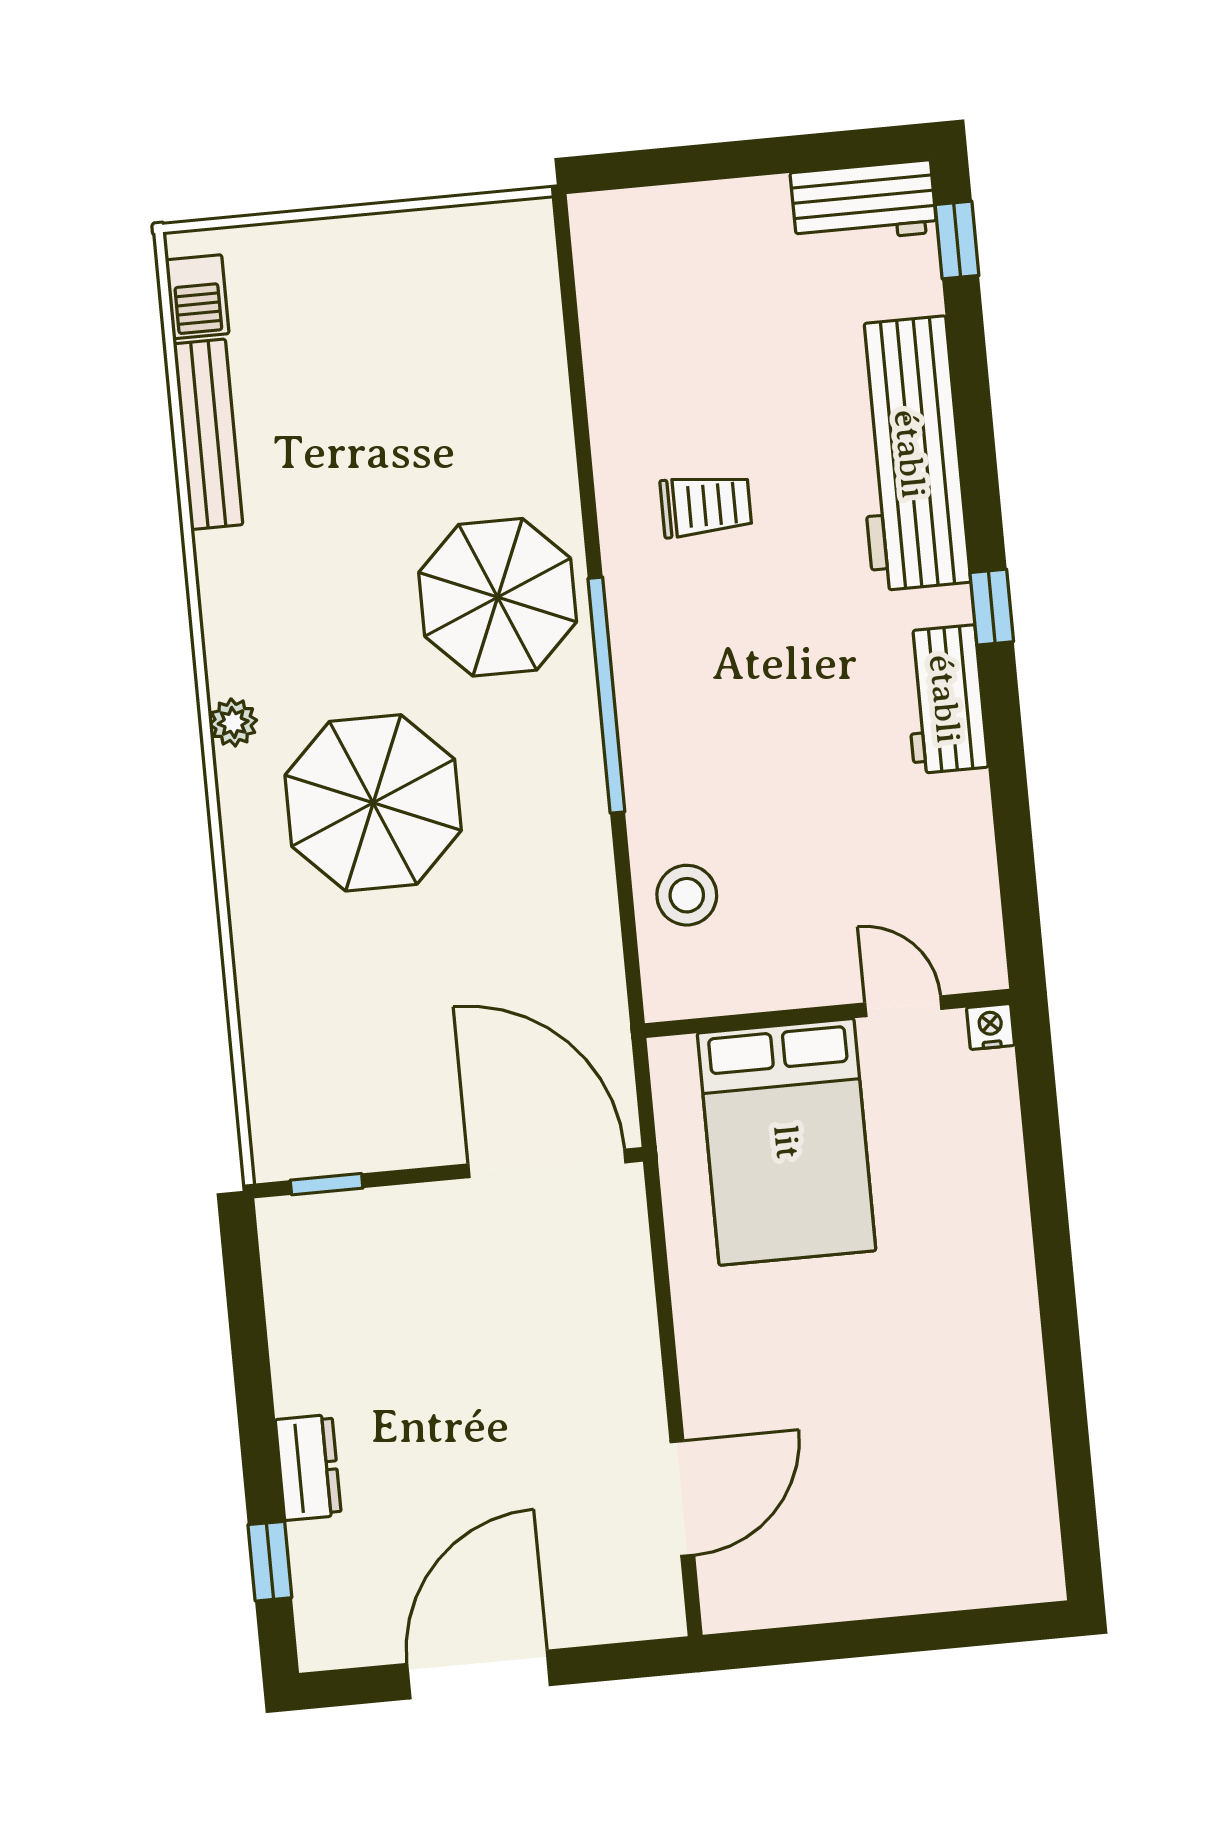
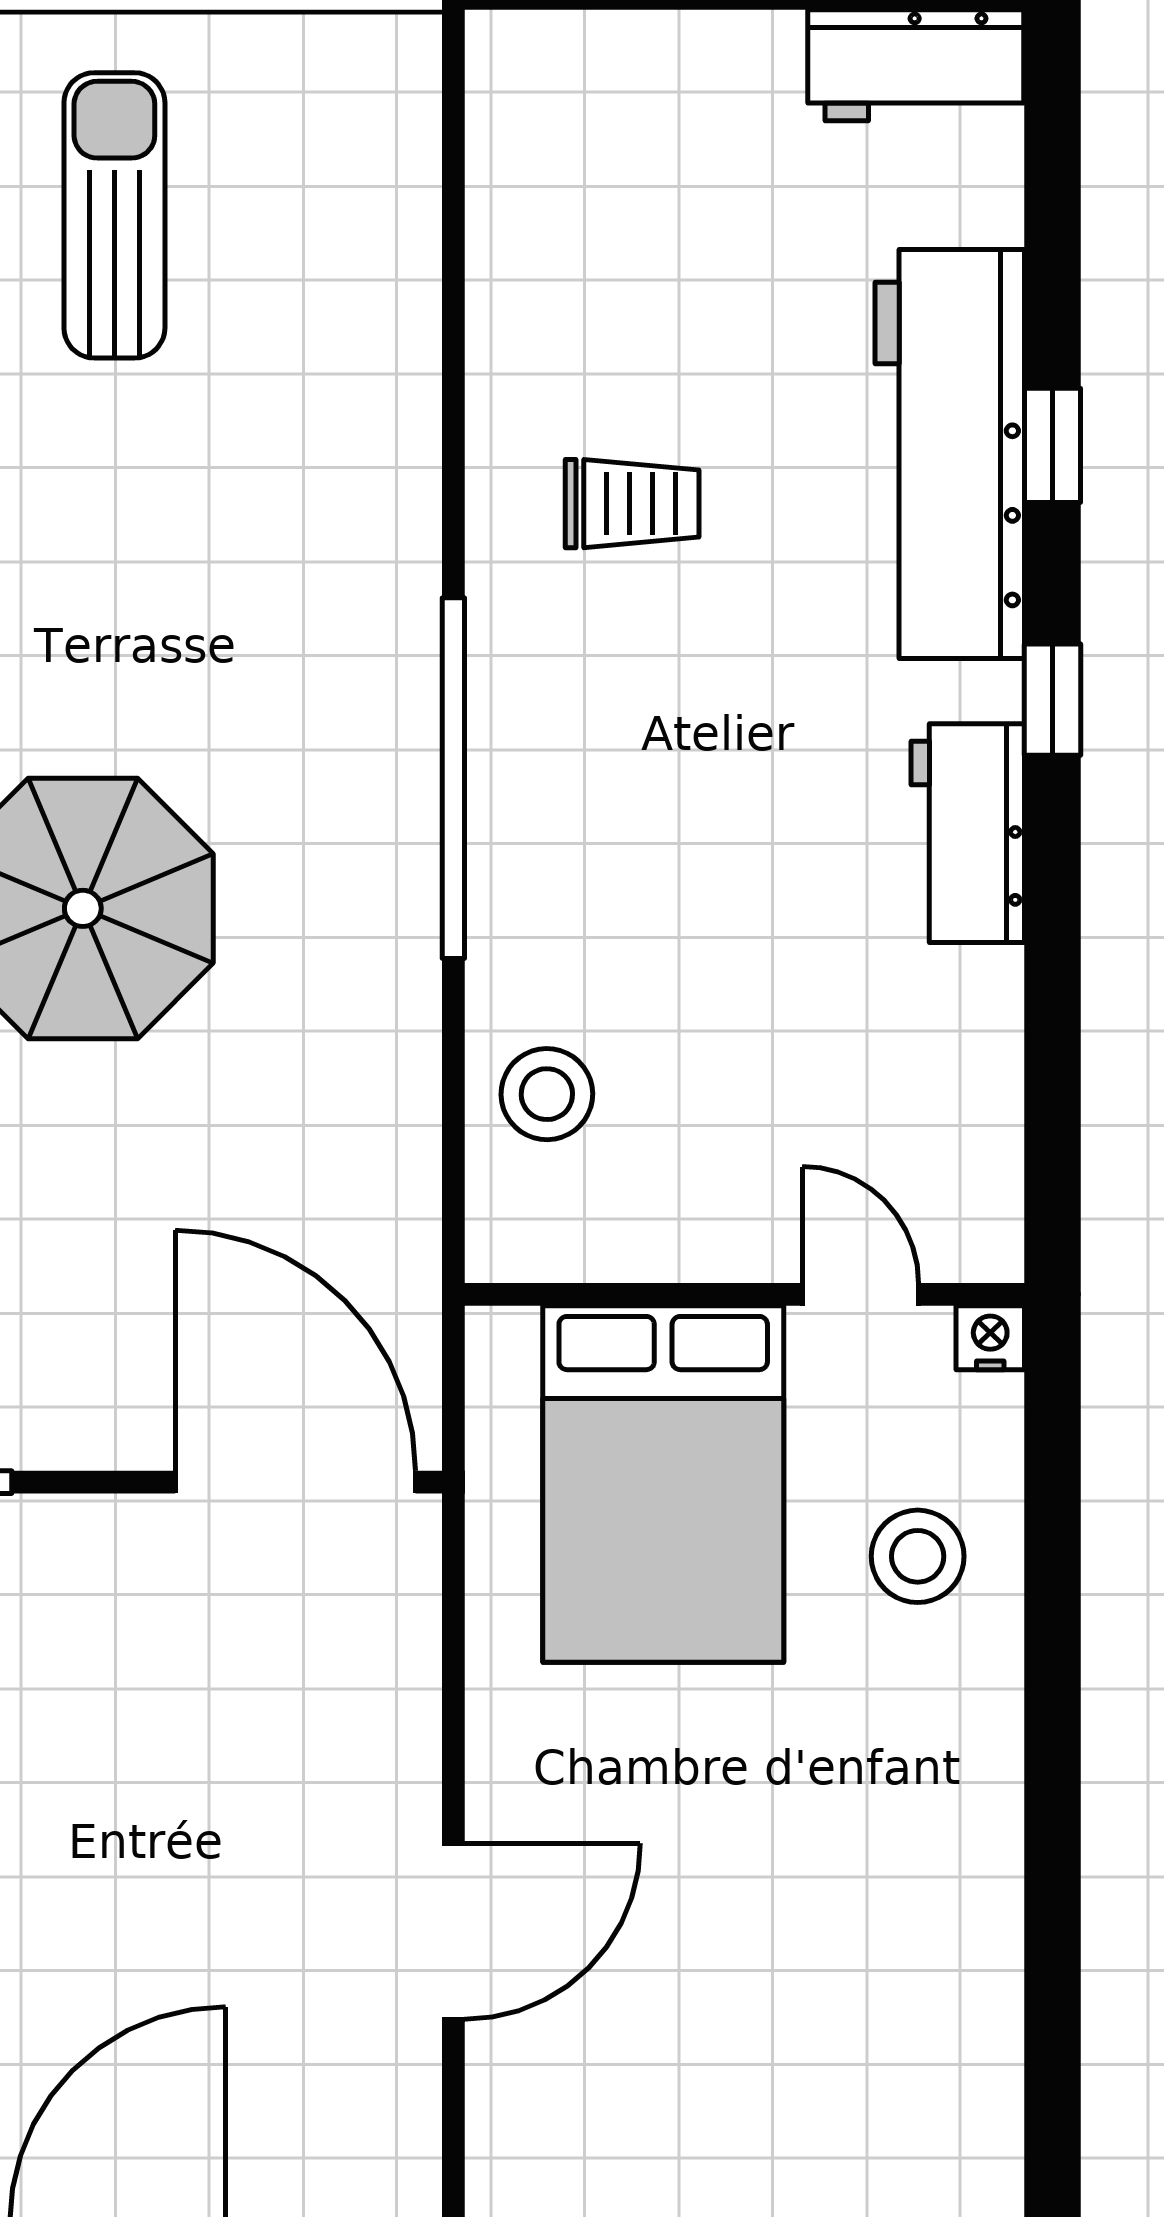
window: (957, 240) -> (1052, 445), moved
sun lounger: (351, 350) -> (114, 215), added
parasol: (498, 597) -> (302, 613), removed
stool: (957, 1173) -> (918, 1556), added
door: (682, 1499) -> (453, 1931), moved

